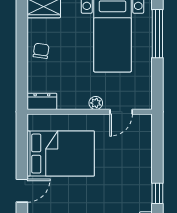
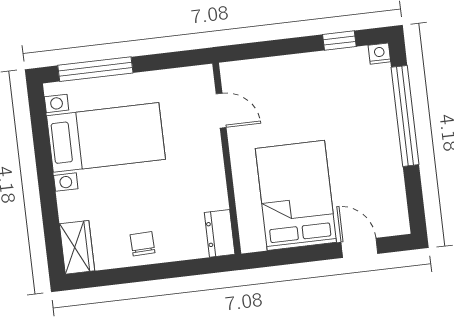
chair: (41, 51) -> (143, 244), turned 80
plant: (96, 103) -> (212, 151), removed

